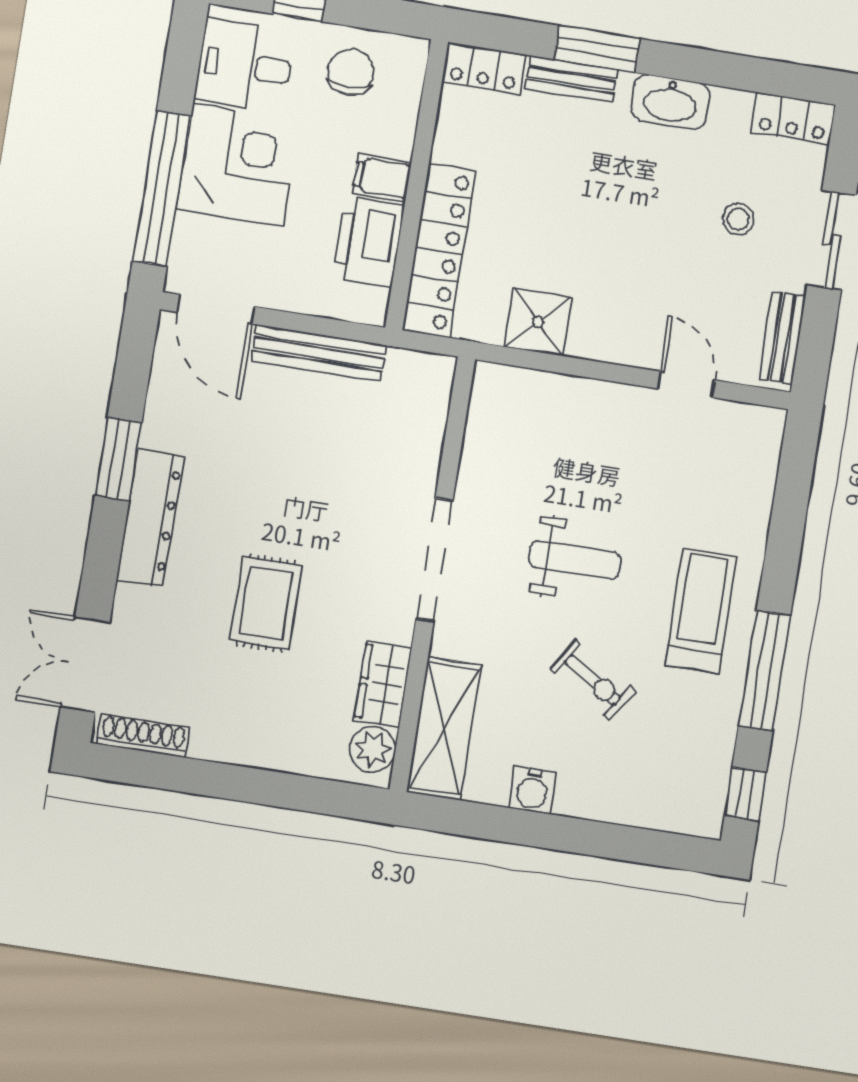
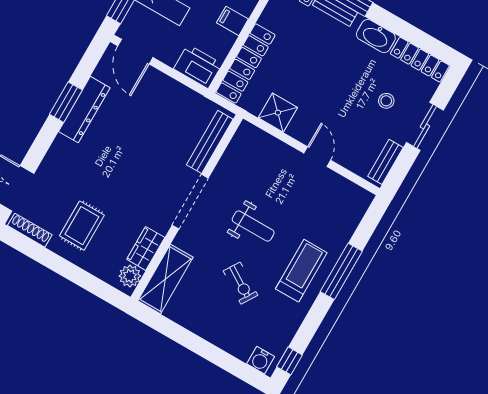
locker: (793, 118) -> (420, 60), width x1.53
printer: (369, 242) -> (198, 66), moved, turned 90
bench: (319, 353) -> (210, 142), moved, turned 90
door: (686, 384) -> (317, 157), moved
dresser: (150, 518) -> (84, 110), moved
rug: (266, 603) -> (82, 226), moved
window: (765, 670) -> (341, 271), moved
water cooler: (532, 790) -> (261, 360), moved

